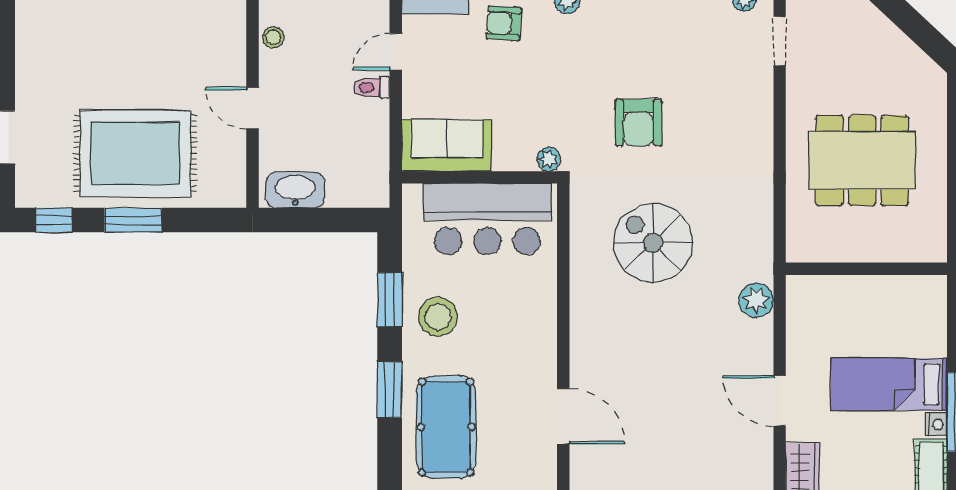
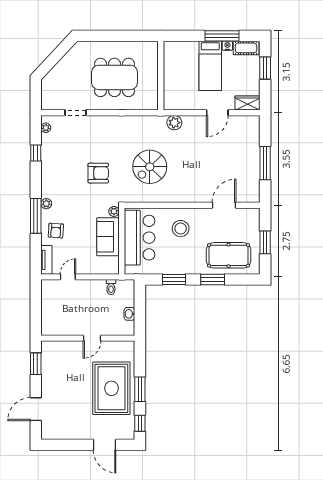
stool: (273, 37) -> (62, 329), removed
doorway: (780, 41) -> (76, 113), moved
door: (396, 52) -> (68, 277), swing flipped
toilet: (372, 87) -> (111, 287), moved
sofa: (447, 145) -> (108, 237), moved
dining table: (862, 160) -> (115, 77), turned 90
washbasin: (295, 190) -> (129, 314), width x0.52, depth x0.69
stool: (438, 317) -> (181, 229), moved

